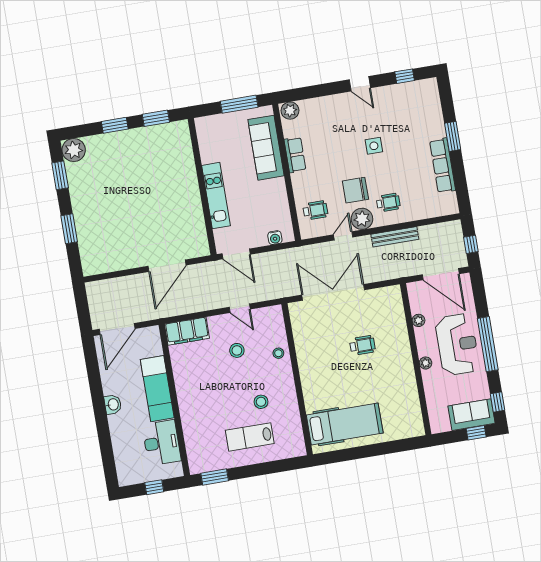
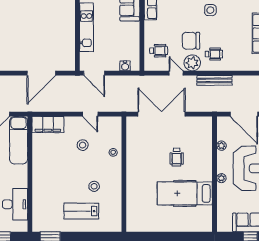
door: (343, 236) -> (176, 73), hinge flipped
wheelchair: (362, 345) -> (177, 157), turned 90
exam couch: (157, 389) -> (19, 140), moved
hospital bed: (345, 424) -> (185, 193), moved, turned 180

